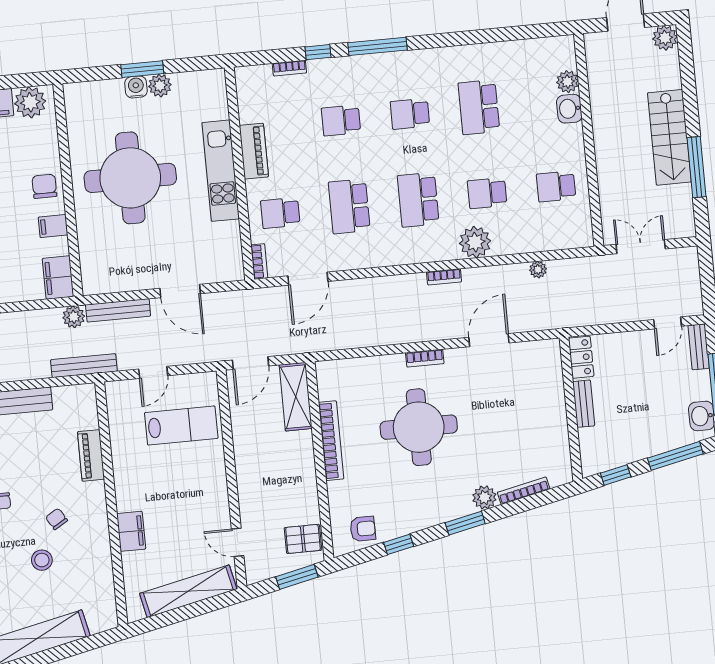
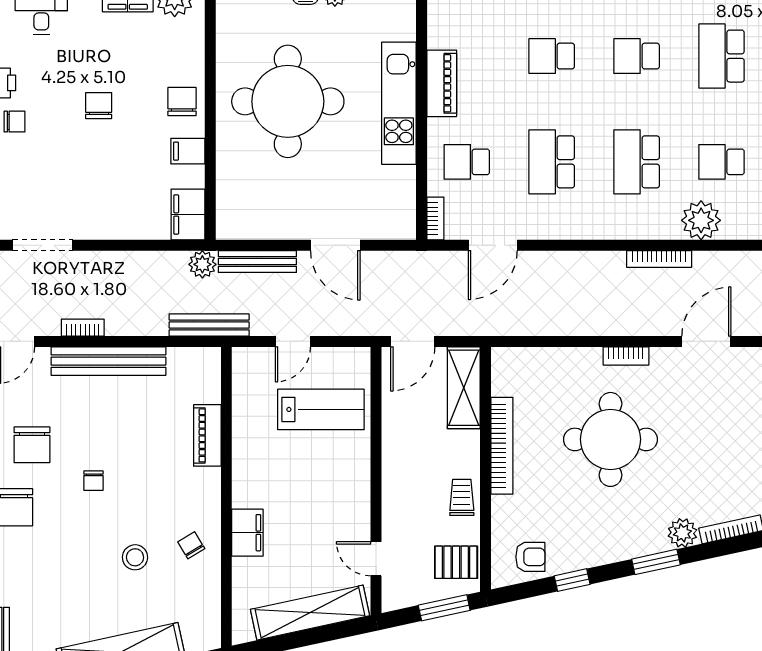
bookcase: (444, 277) -> (659, 259), width x1.56
trolley: (302, 486) -> (462, 497), added
chair: (57, 519) -> (191, 545), moved

